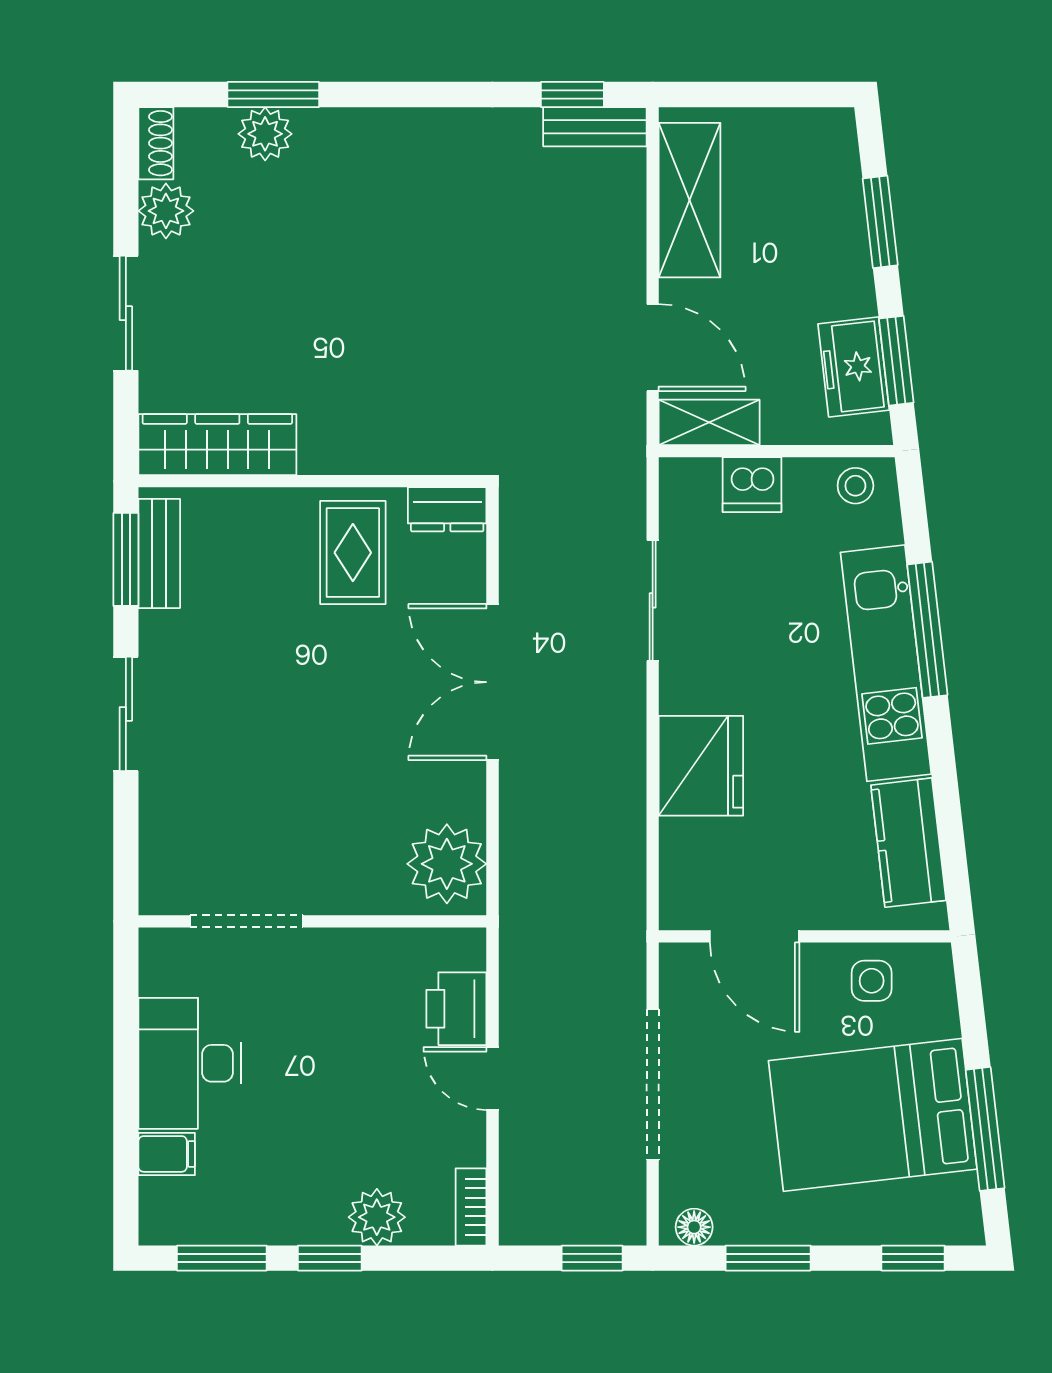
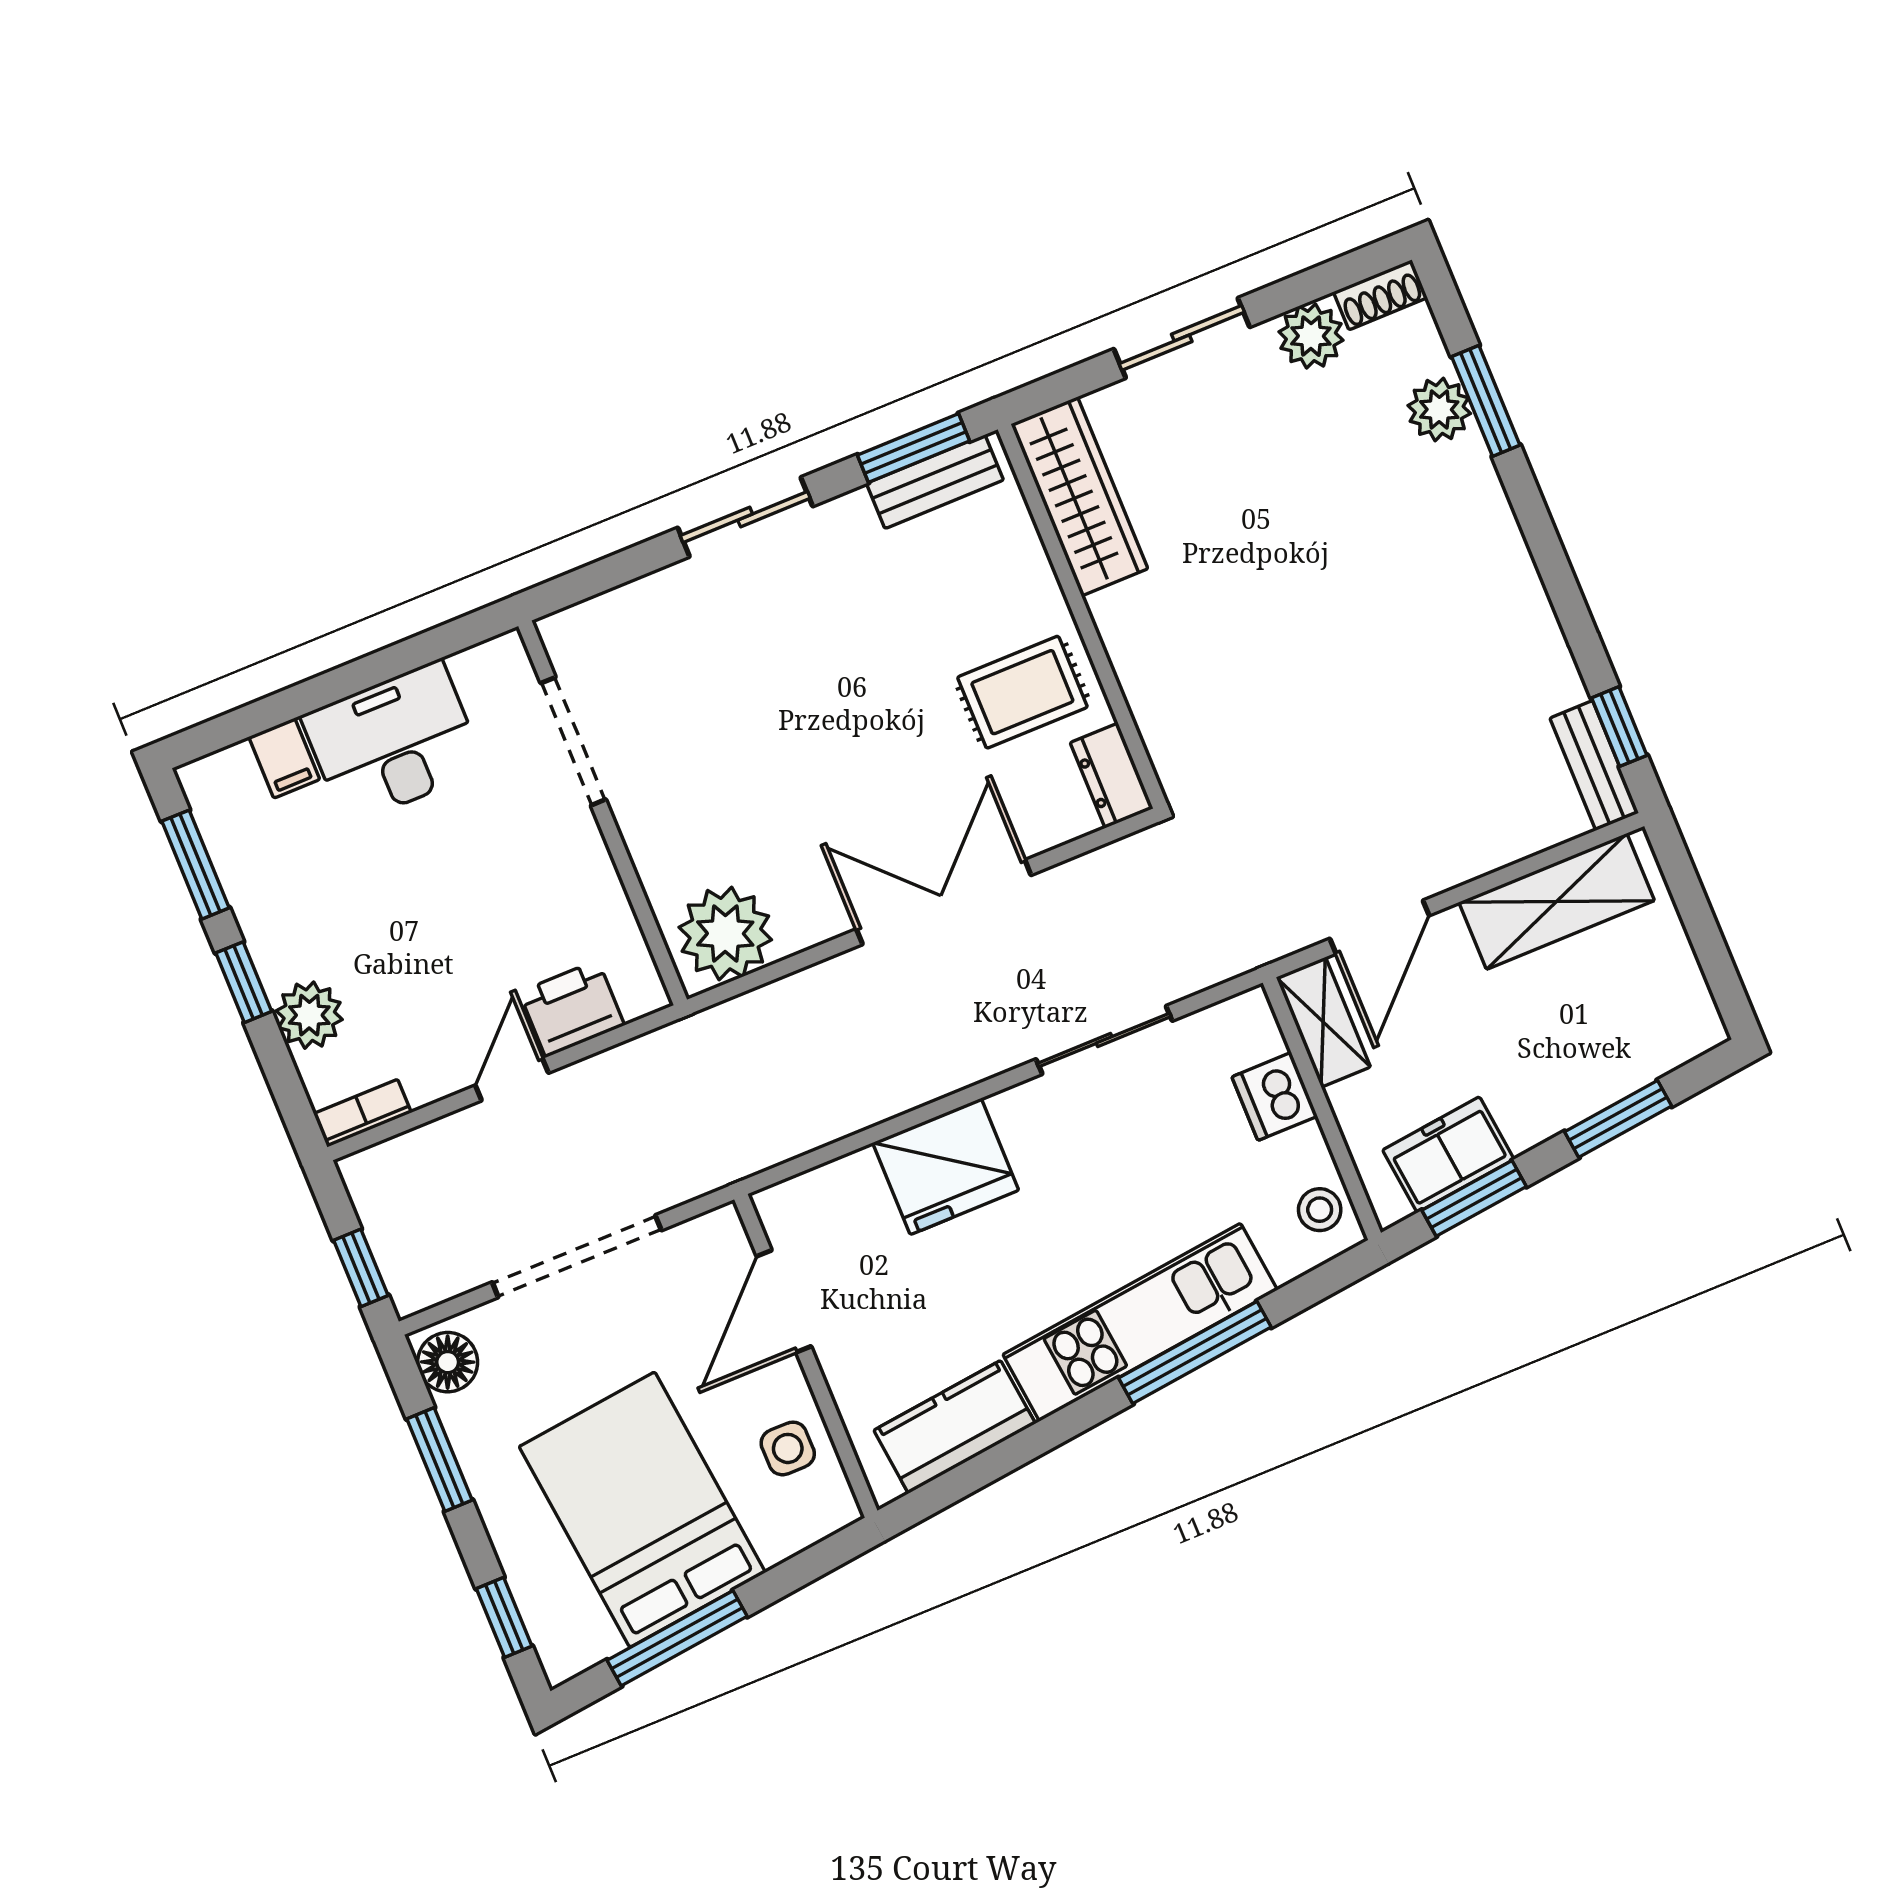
floor lamp: (694, 1227) -> (448, 1362), width x1.37, depth x1.37

